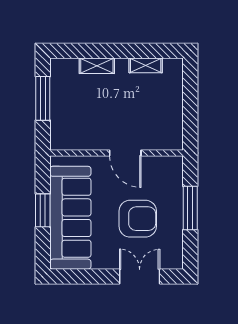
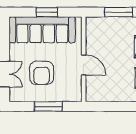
door: (125, 153) -> (84, 65), swing flipped

